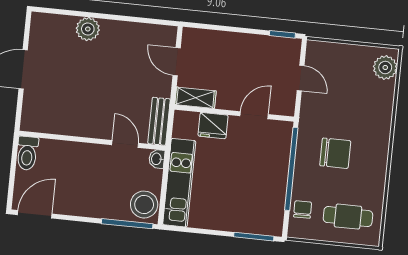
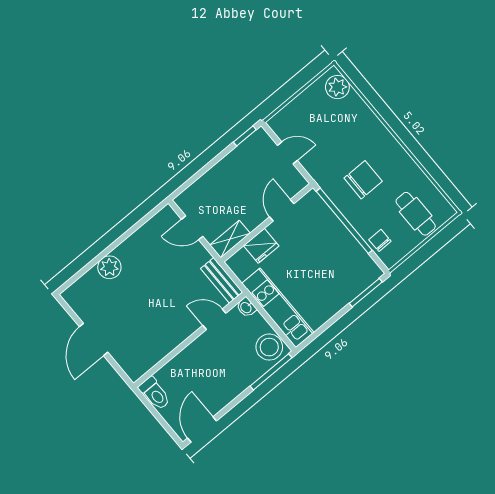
cafe table: (348, 217) -> (416, 214), turned 90

